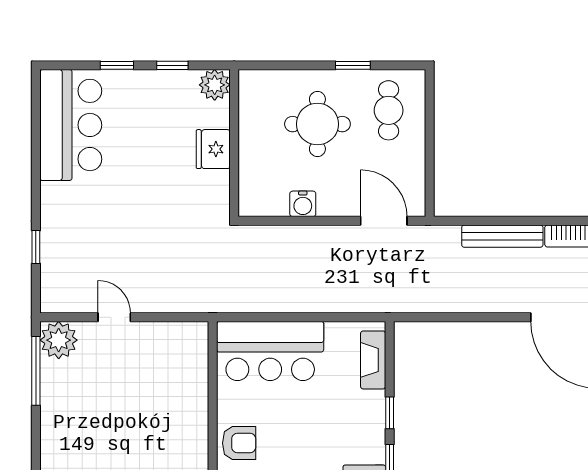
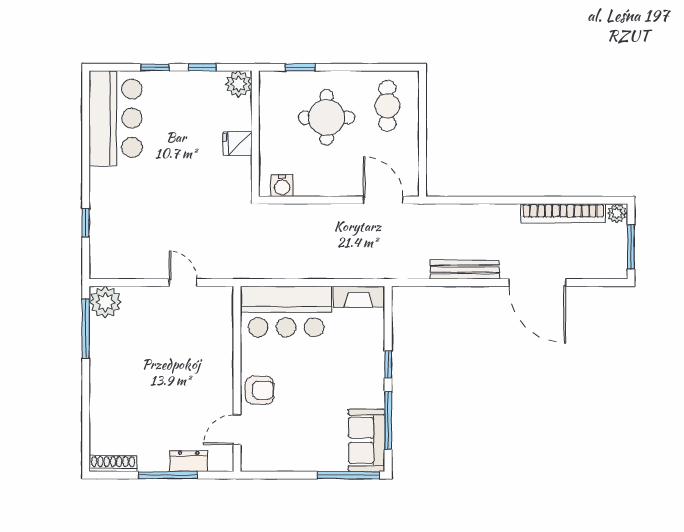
window: (353, 65) -> (300, 67), moved
fridge: (213, 149) -> (237, 144), width x0.72
water cooler: (303, 204) -> (282, 186), moved
bench: (502, 236) -> (465, 270), moved
door: (114, 317) -> (183, 283), moved
fireplace: (373, 360) -> (359, 297), moved, turned -90

